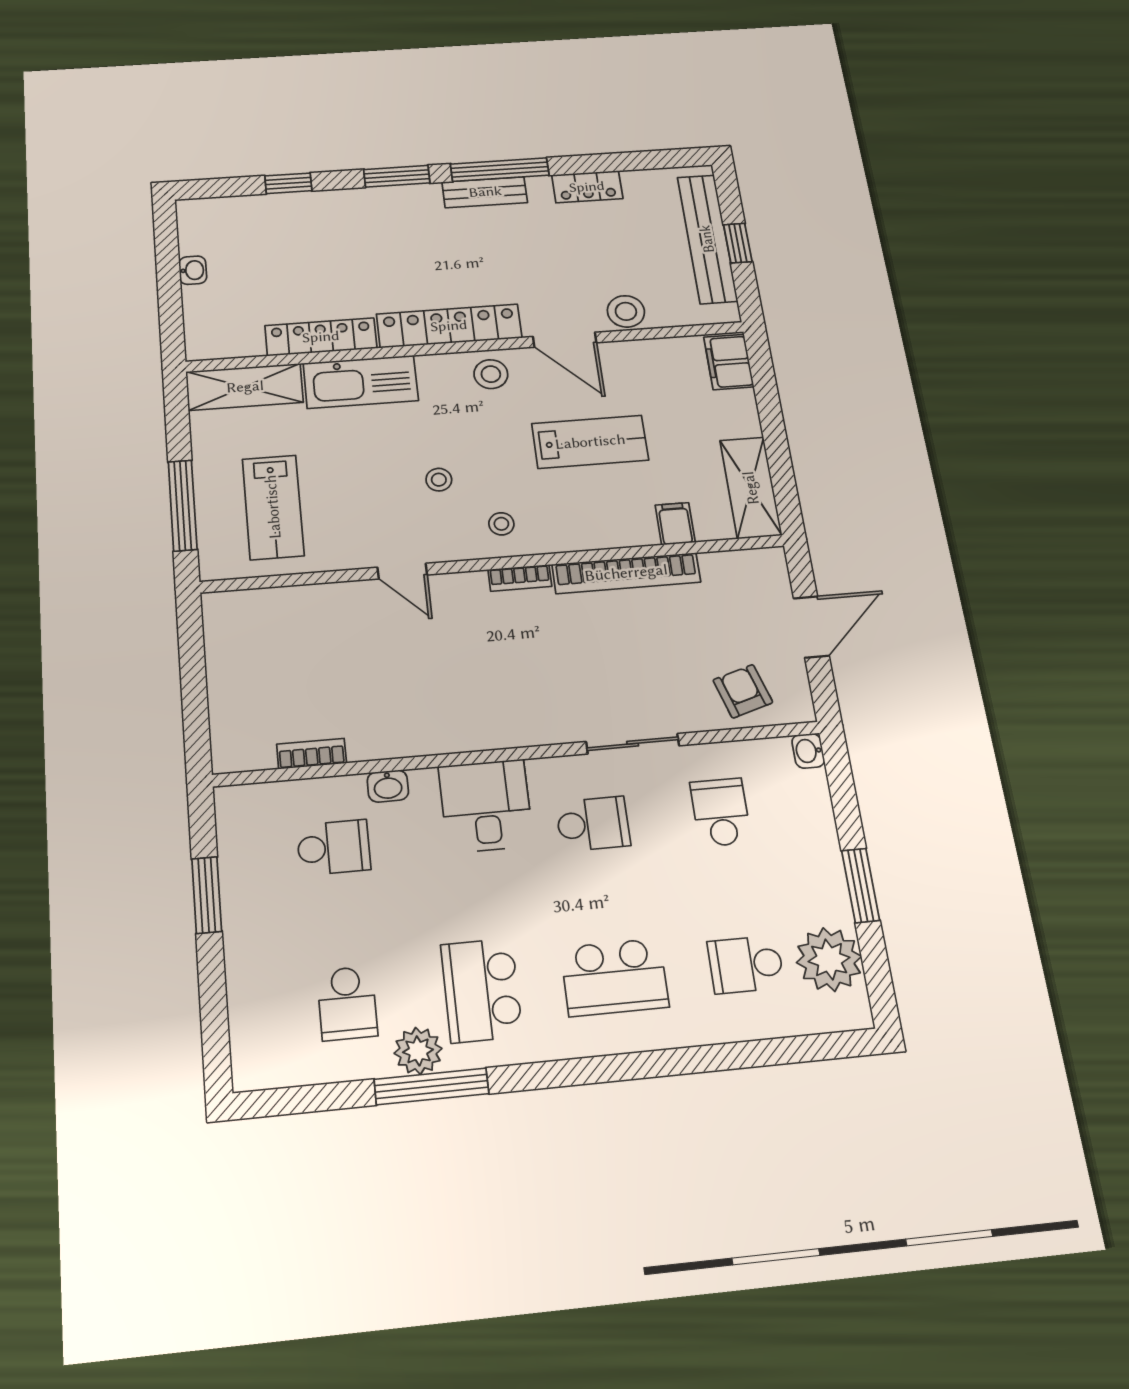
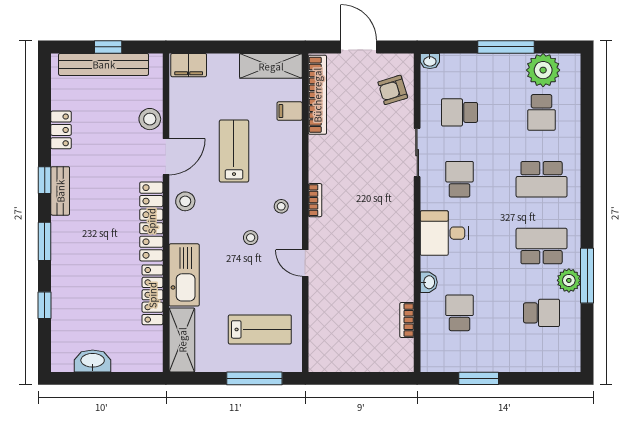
window: (500, 170) -> (45, 180), width x0.46
washbasin: (193, 270) -> (93, 361), width x1.91, depth x1.45
door: (402, 571) -> (305, 263), swing flipped
bookcase: (626, 573) -> (317, 95), moved
window: (861, 885) -> (506, 47), width x1.44
school desk: (614, 977) -> (542, 179), turned 90
school desk: (482, 990) -> (542, 246), turned 180

